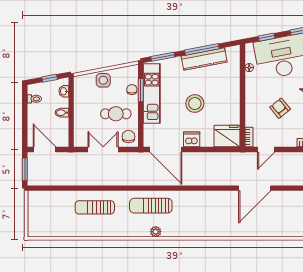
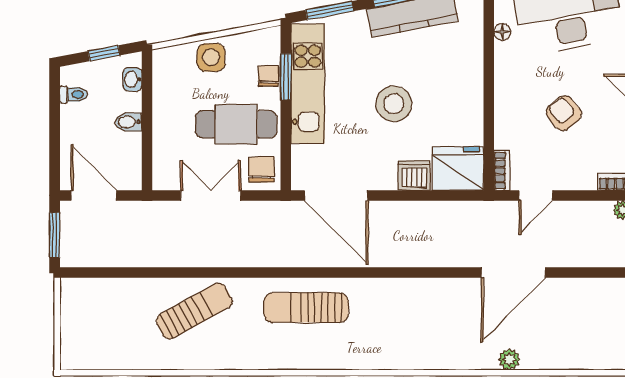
cafe table: (116, 114) -> (236, 124), width x1.37, depth x1.35
dishwasher: (192, 139) -> (414, 175), moved
sun lounger: (95, 207) -> (194, 311), turned 151
plant: (156, 232) -> (509, 359), moved

